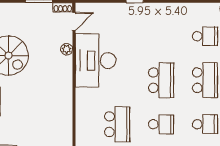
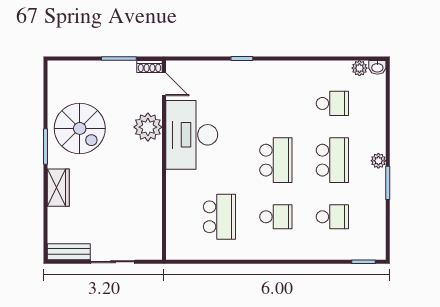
door: (74, 21) -> (164, 84), hinge flipped
plant: (67, 49) -> (148, 127), width x1.87, depth x1.87

